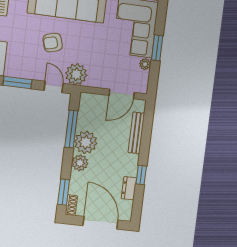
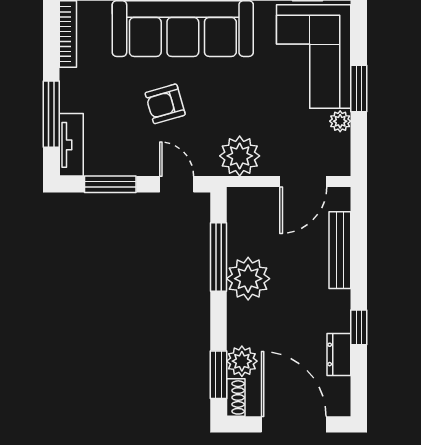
plant: (76, 74) -> (240, 156), moved
plant: (80, 163) -> (242, 361), moved

